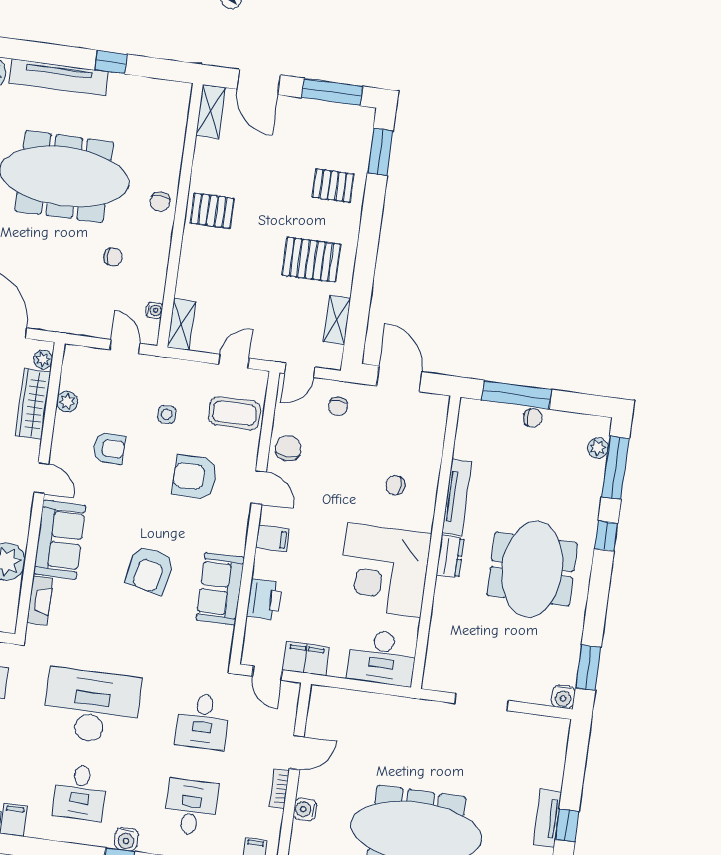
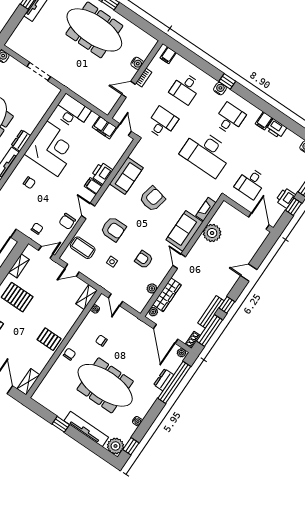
printer: (264, 599) -> (102, 173), moved

